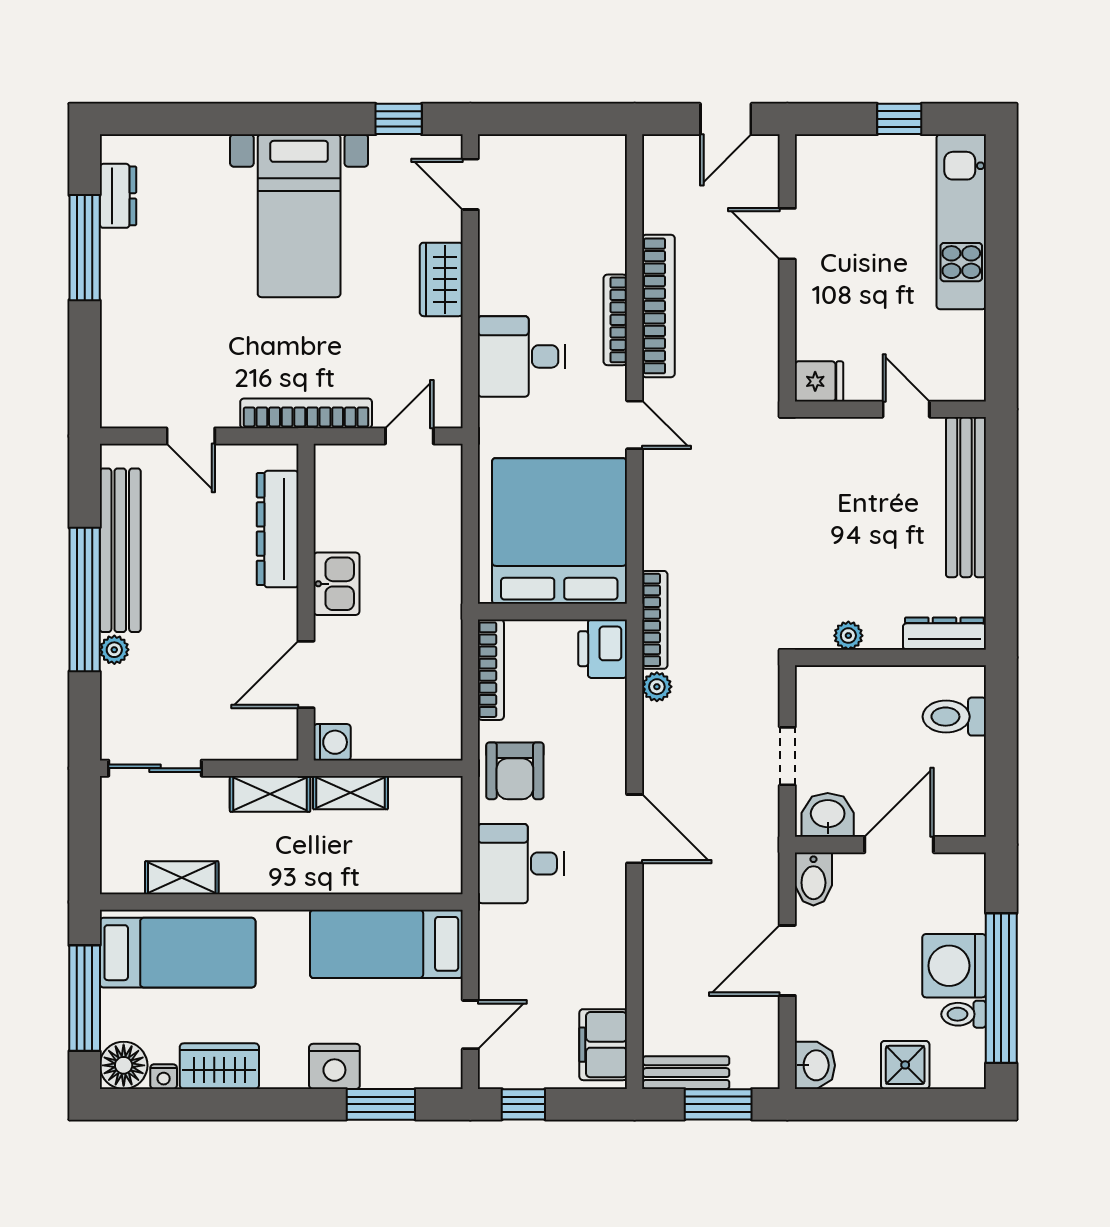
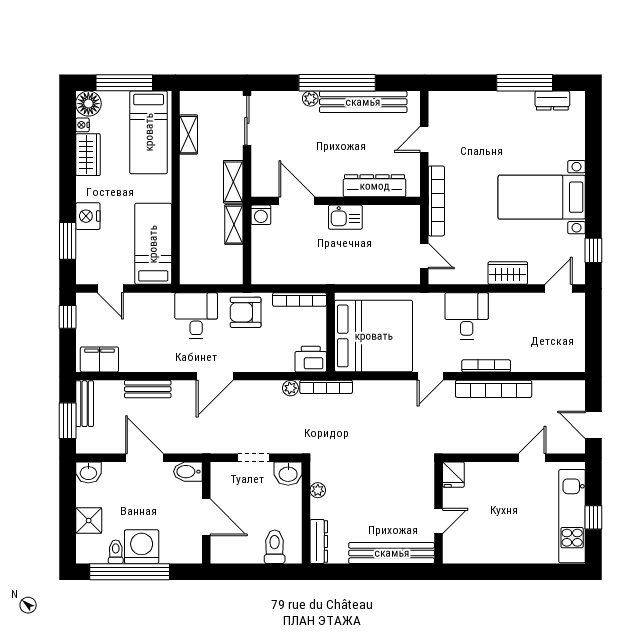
kitchen unit: (961, 222) -> (572, 516), moved, turned -90
washbasin: (828, 815) -> (288, 474), moved, turned 90
bench: (659, 954) -> (148, 389), added

